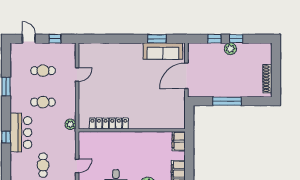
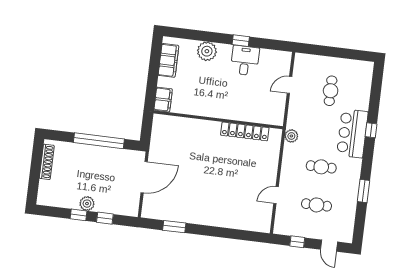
sofa: (163, 51) -> (169, 211), removed
window: (227, 101) -> (99, 141), width x1.46

